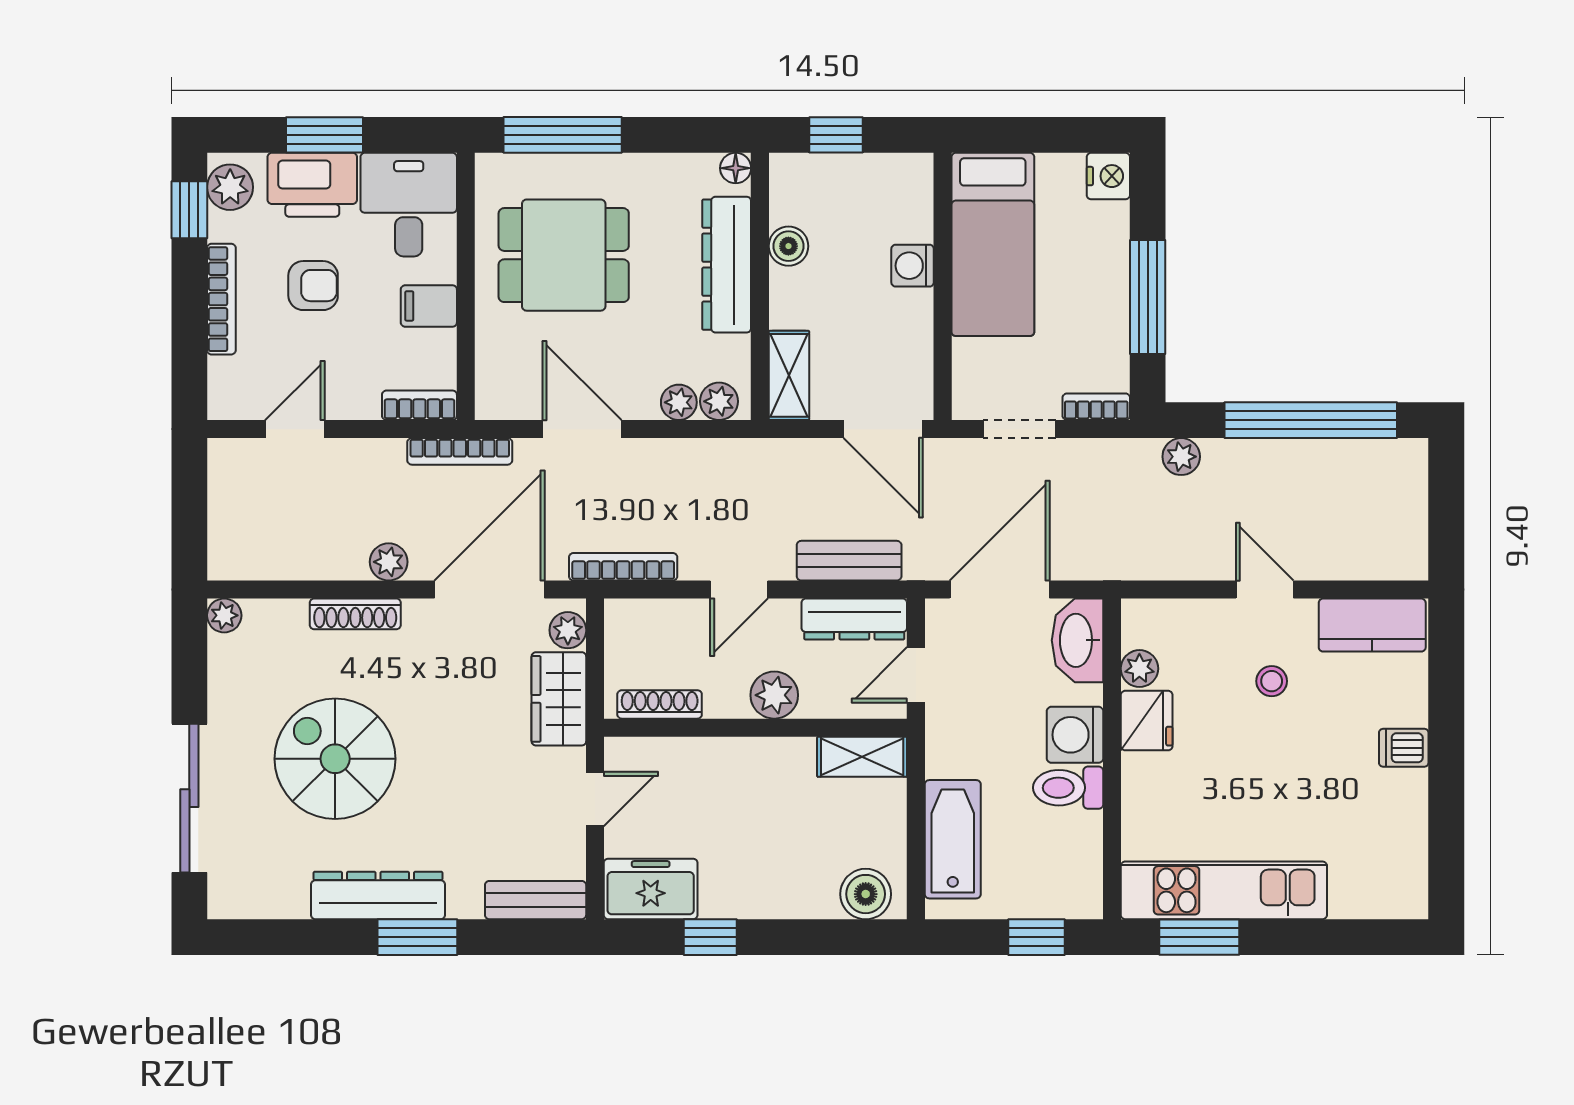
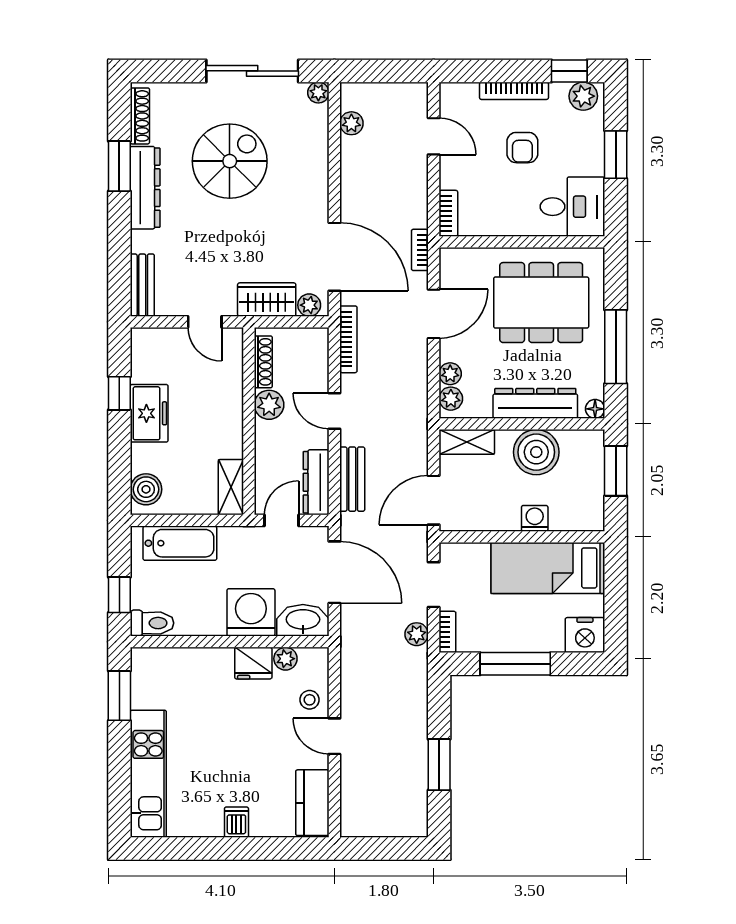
window: (563, 135) -> (616, 347), moved
window: (836, 135) -> (616, 471), width x1.50
nightstand: (1108, 176) -> (585, 635), width x1.36, depth x1.33
printer: (312, 185) -> (585, 147), removed
boiler: (788, 246) -> (536, 452), width x1.86, depth x1.86
dining table: (564, 255) -> (541, 303), width x1.38
filing cabinet: (429, 306) -> (510, 219), removed
window: (1311, 420) -> (439, 765), width x0.47
bookcase: (460, 451) -> (420, 250), width x0.64
plant: (1181, 457) -> (417, 634), moved
plant: (389, 562) -> (351, 123), moved
door: (1265, 590) -> (334, 736), swing flipped
shoe rack: (355, 614) -> (140, 116), moved, turned 180
door: (916, 675) -> (282, 520), hinge flipped
stool: (1272, 681) -> (310, 700), moved
plant: (774, 695) -> (269, 405), moved
washing machine: (1075, 735) -> (251, 612), width x1.37, depth x1.37
toilet: (1068, 788) -> (152, 623), moved, turned 90
sliding door: (189, 798) -> (252, 71), moved
freezer: (651, 889) -> (149, 413), moved
kitchen unit: (1224, 890) -> (148, 774), moved
window: (417, 937) -> (119, 166), moved

